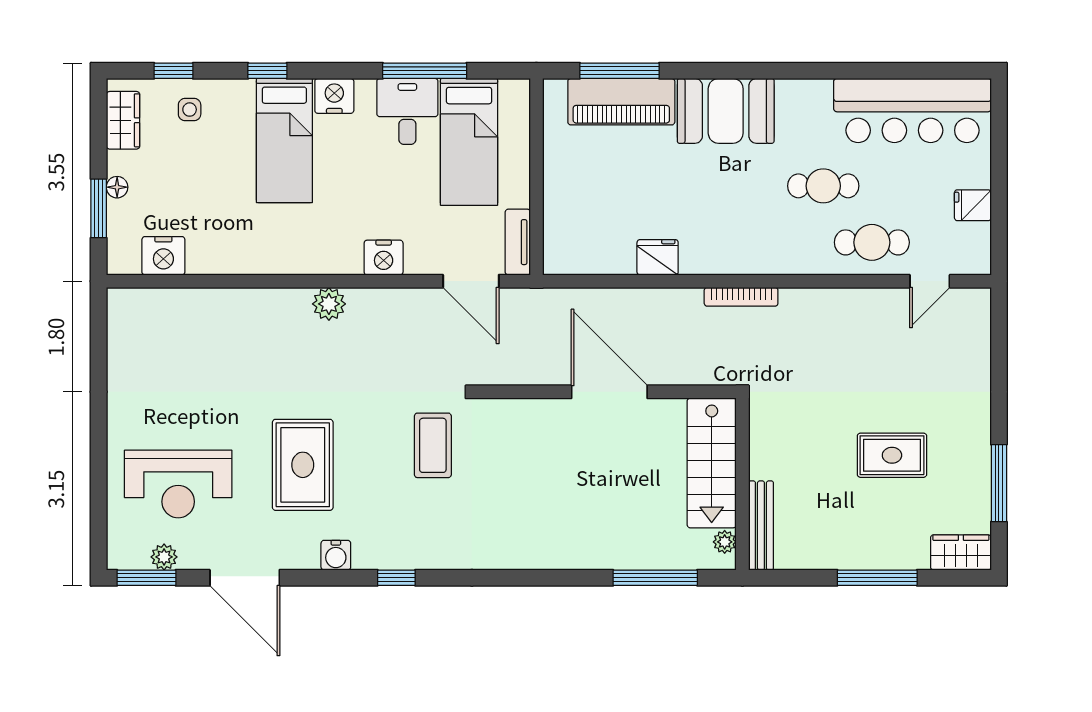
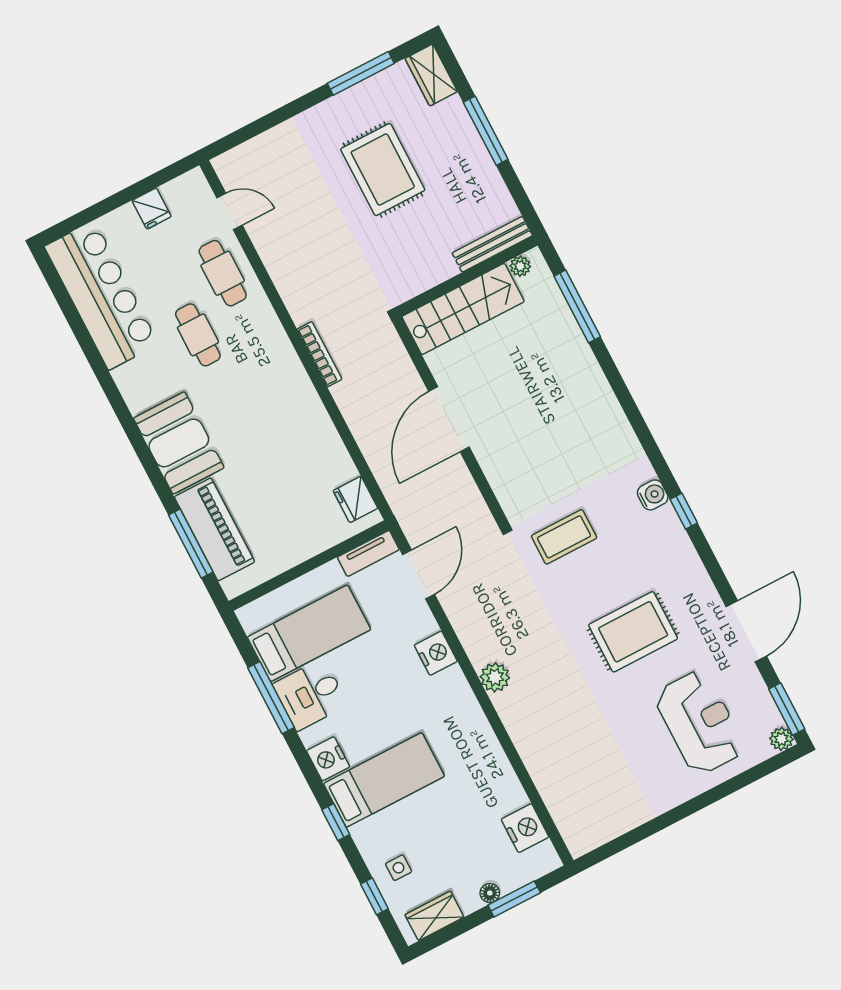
fridge: (658, 257) -> (355, 499), moved
rug: (892, 455) -> (383, 170), width x1.36, depth x1.43
water cooler: (336, 555) -> (653, 495), moved
plant: (164, 557) -> (781, 739), moved

